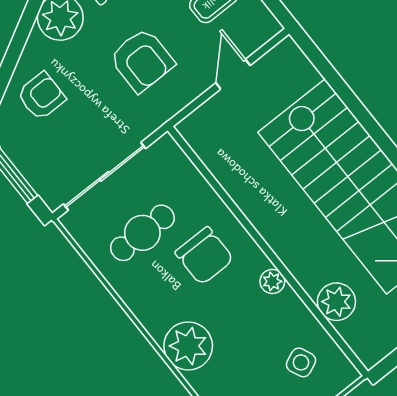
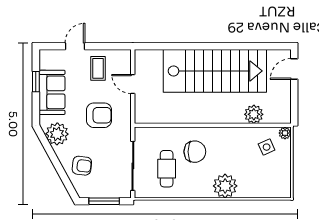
armchair: (41, 96) -> (82, 166), turned 97
plant: (272, 281) -> (285, 133), moved

